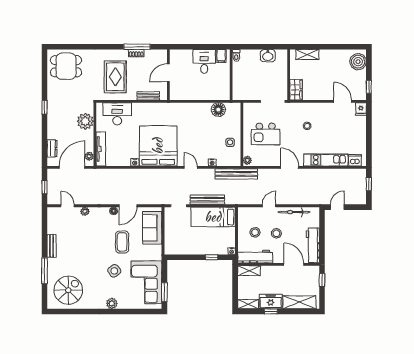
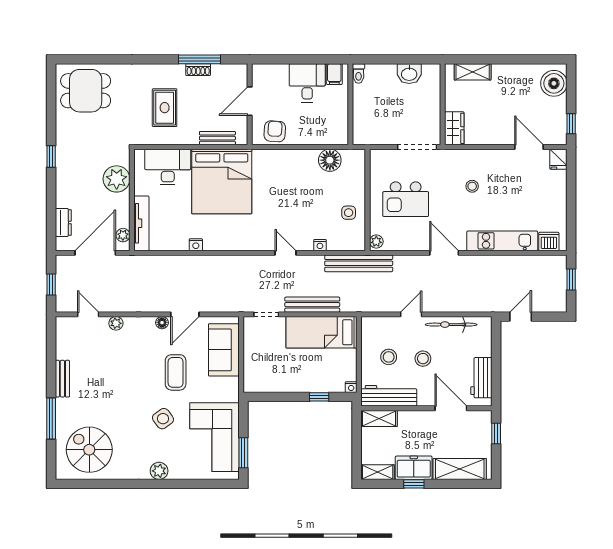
rug: (115, 77) -> (165, 108), width x0.73, depth x0.70
armchair: (184, 92) -> (275, 131), added
bed: (158, 146) -> (222, 181), moved, turned 180
workbench: (313, 245) -> (481, 378), width x0.73
spiral stairs: (68, 290) -> (89, 450), turned -90

